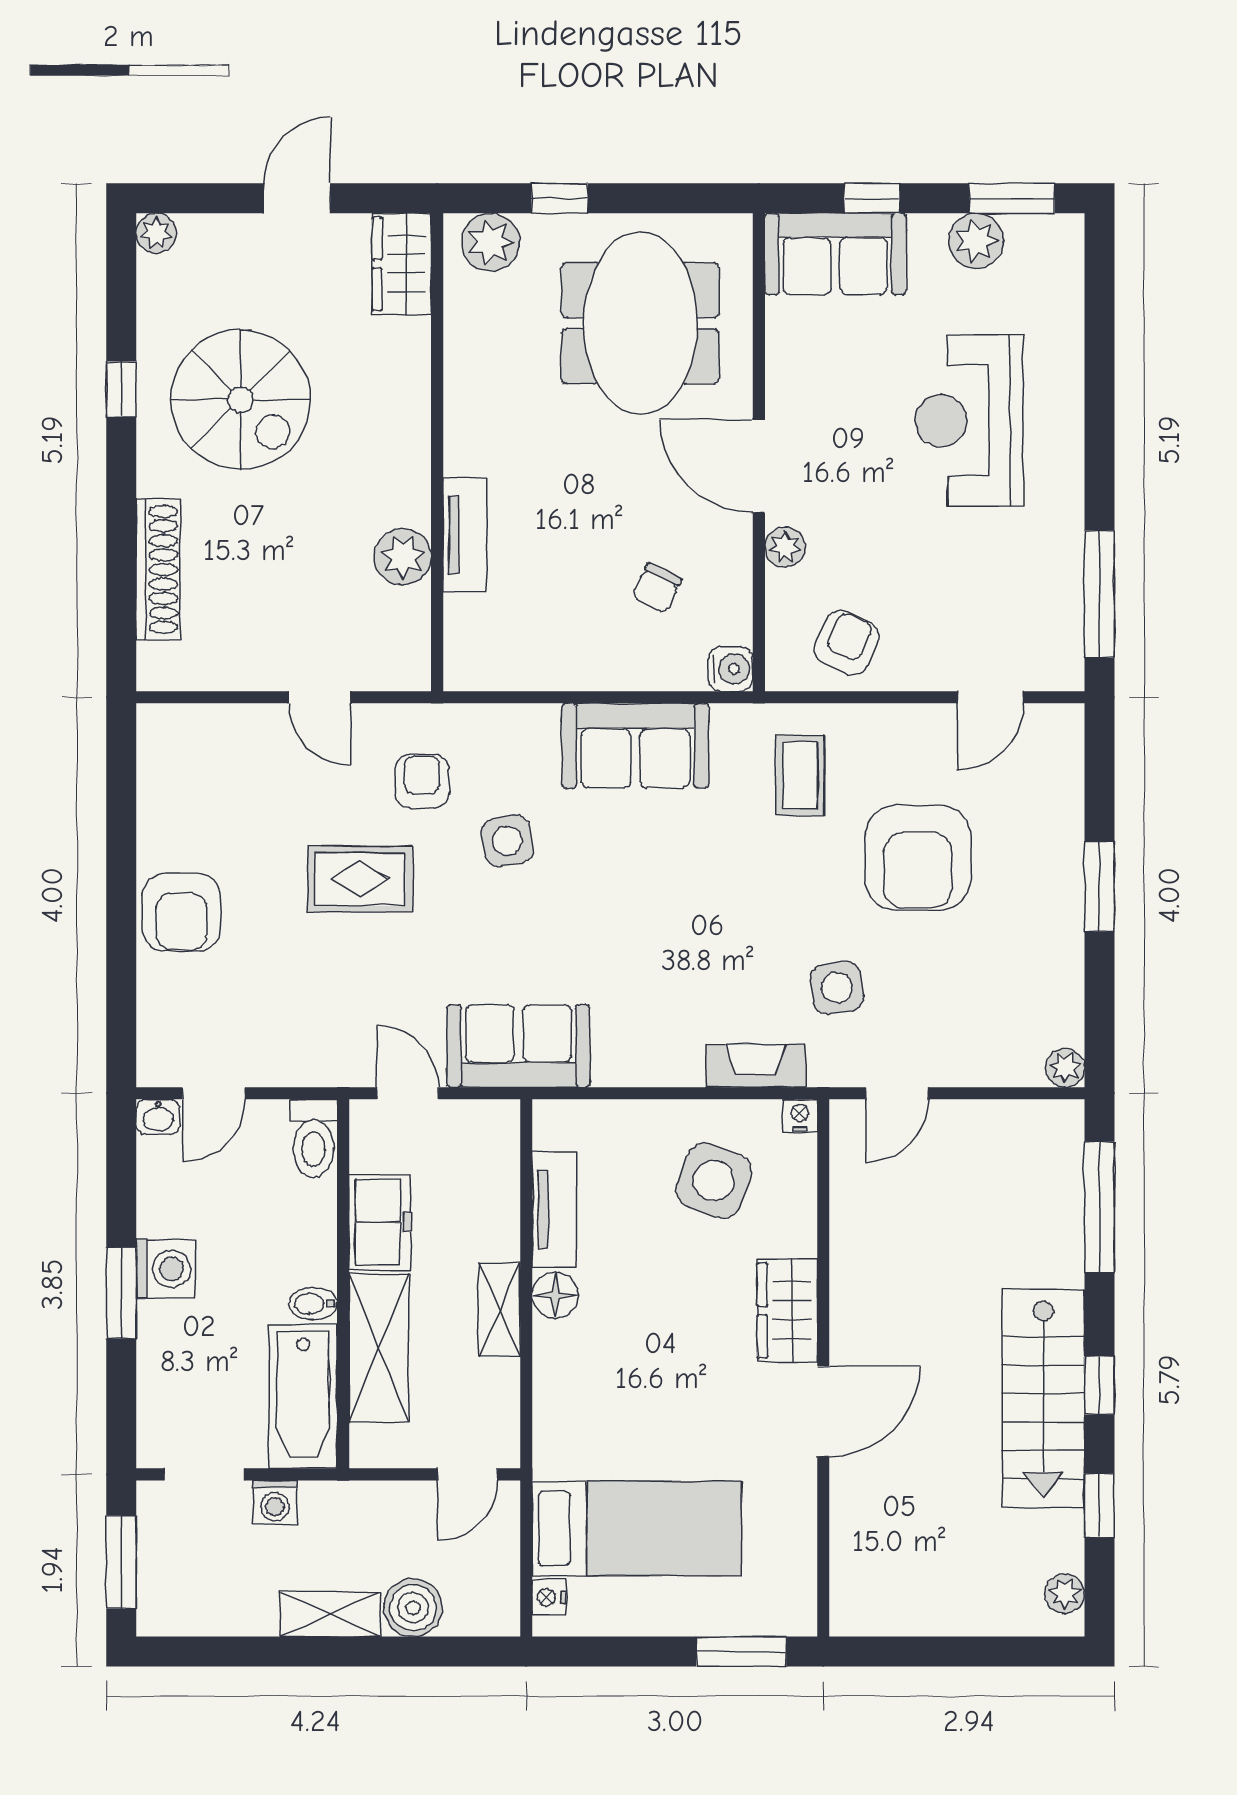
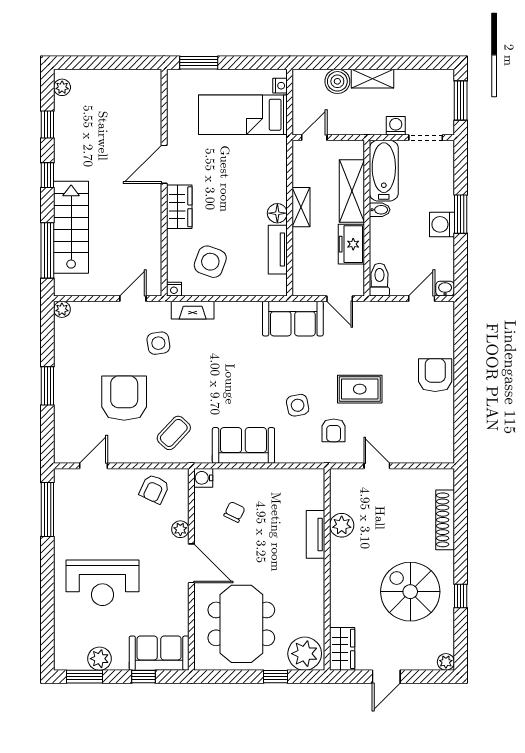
plant: (490, 242) -> (305, 654), width x1.36, depth x1.36
reception desk: (969, 420) -> (102, 583), turned 90
coffee table: (800, 775) -> (174, 433), turned 43
stairs: (1043, 1398) -> (71, 227), moved

